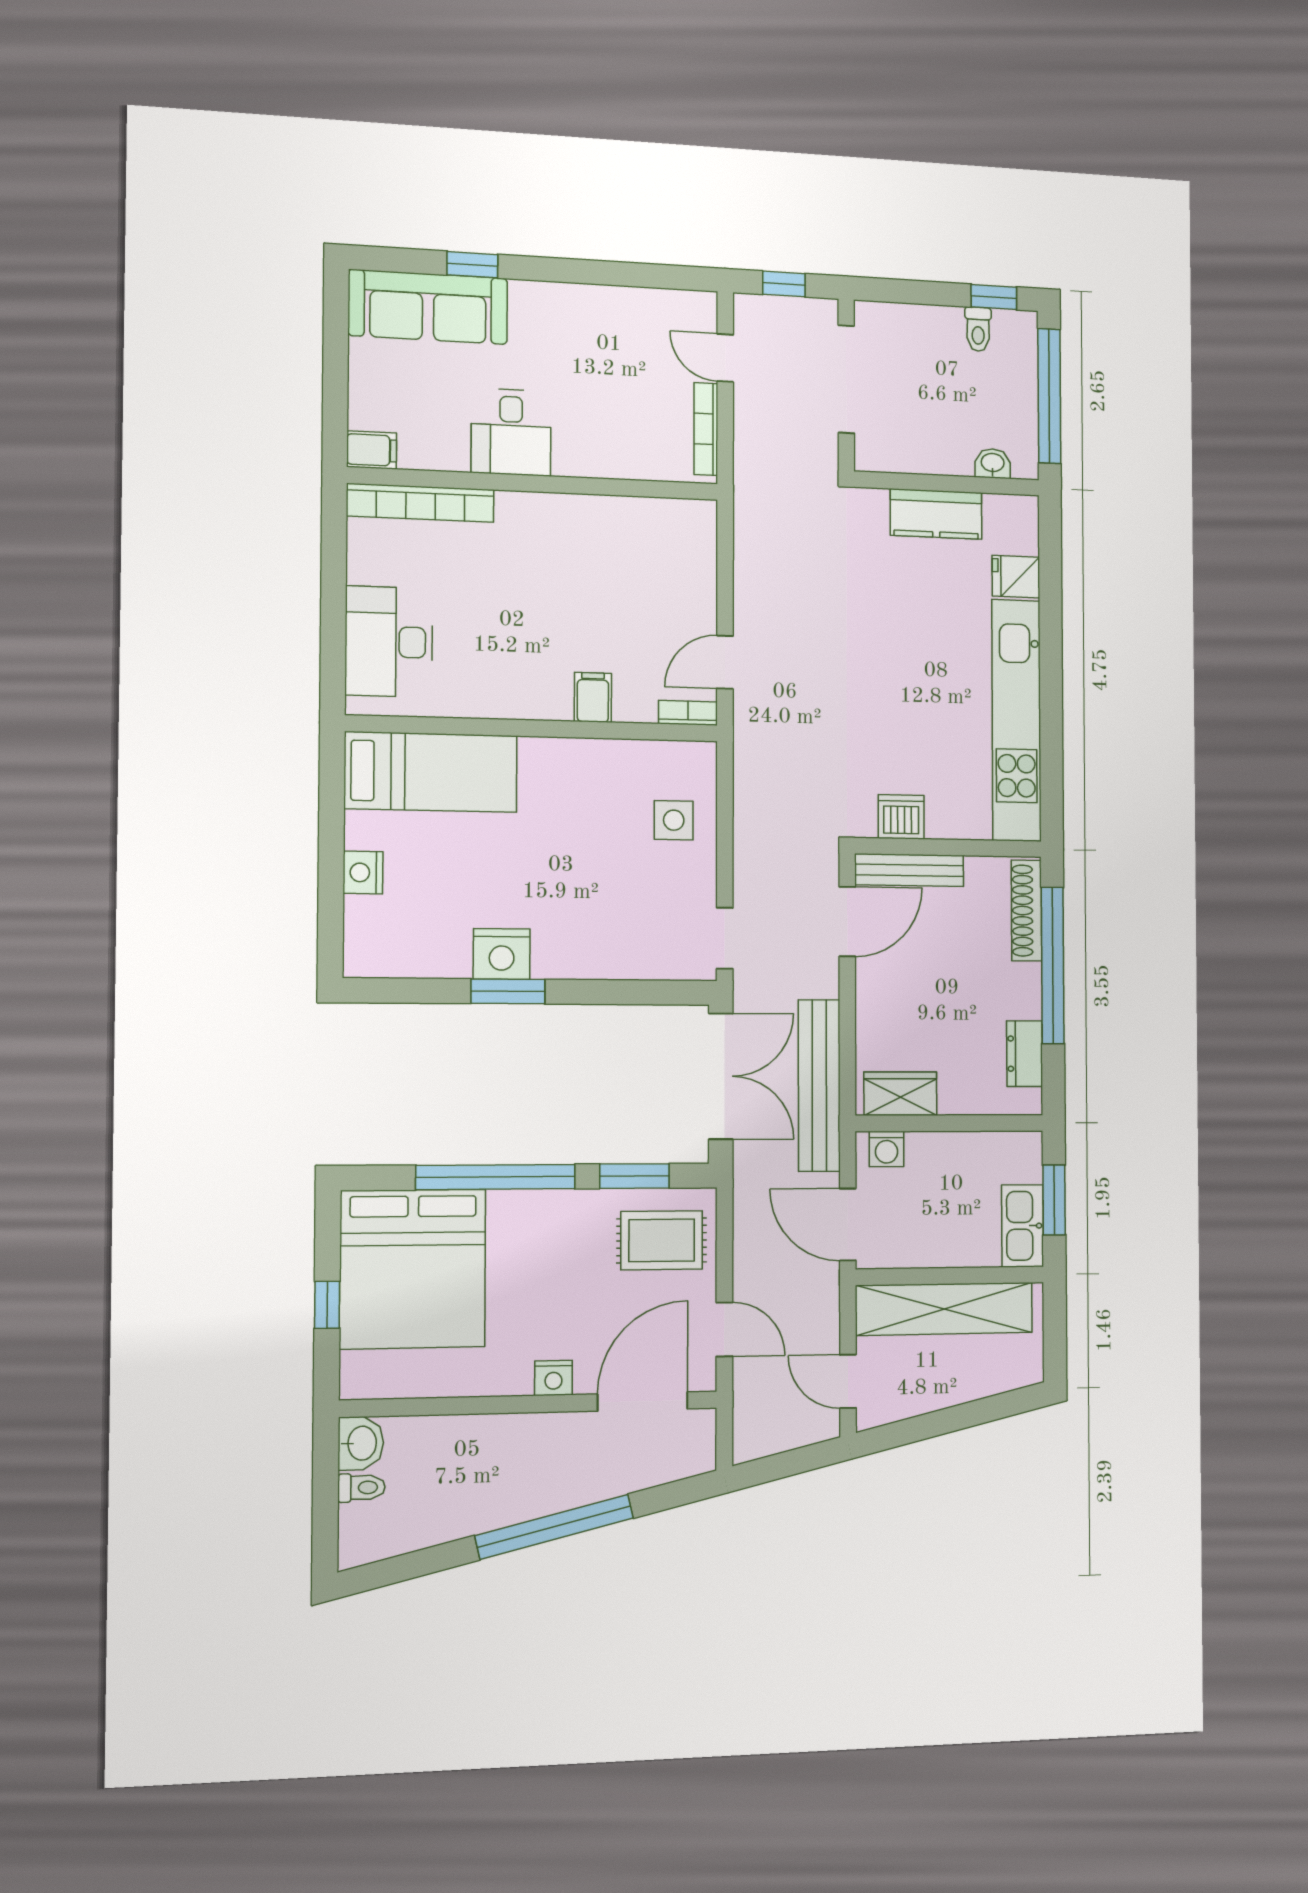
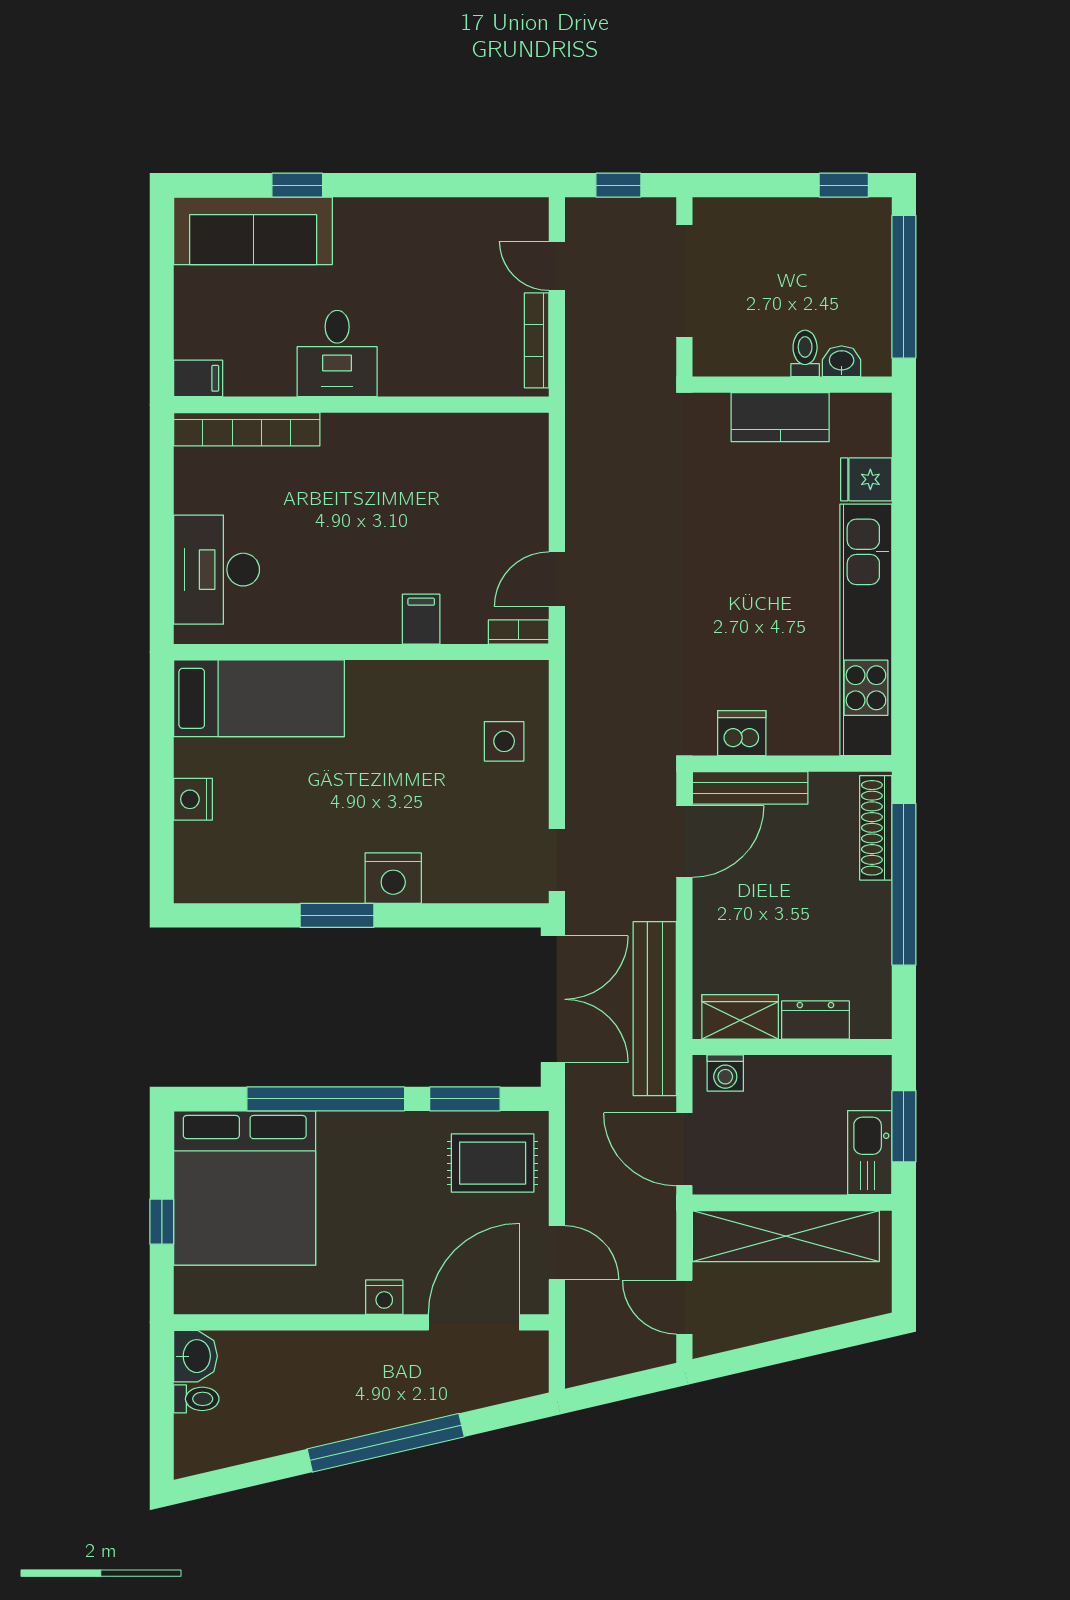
toilet: (978, 329) -> (805, 353), moved, turned 180
nightstand: (502, 954) -> (393, 878), moved
dresser: (1025, 1054) -> (815, 1020), moved, turned 90

